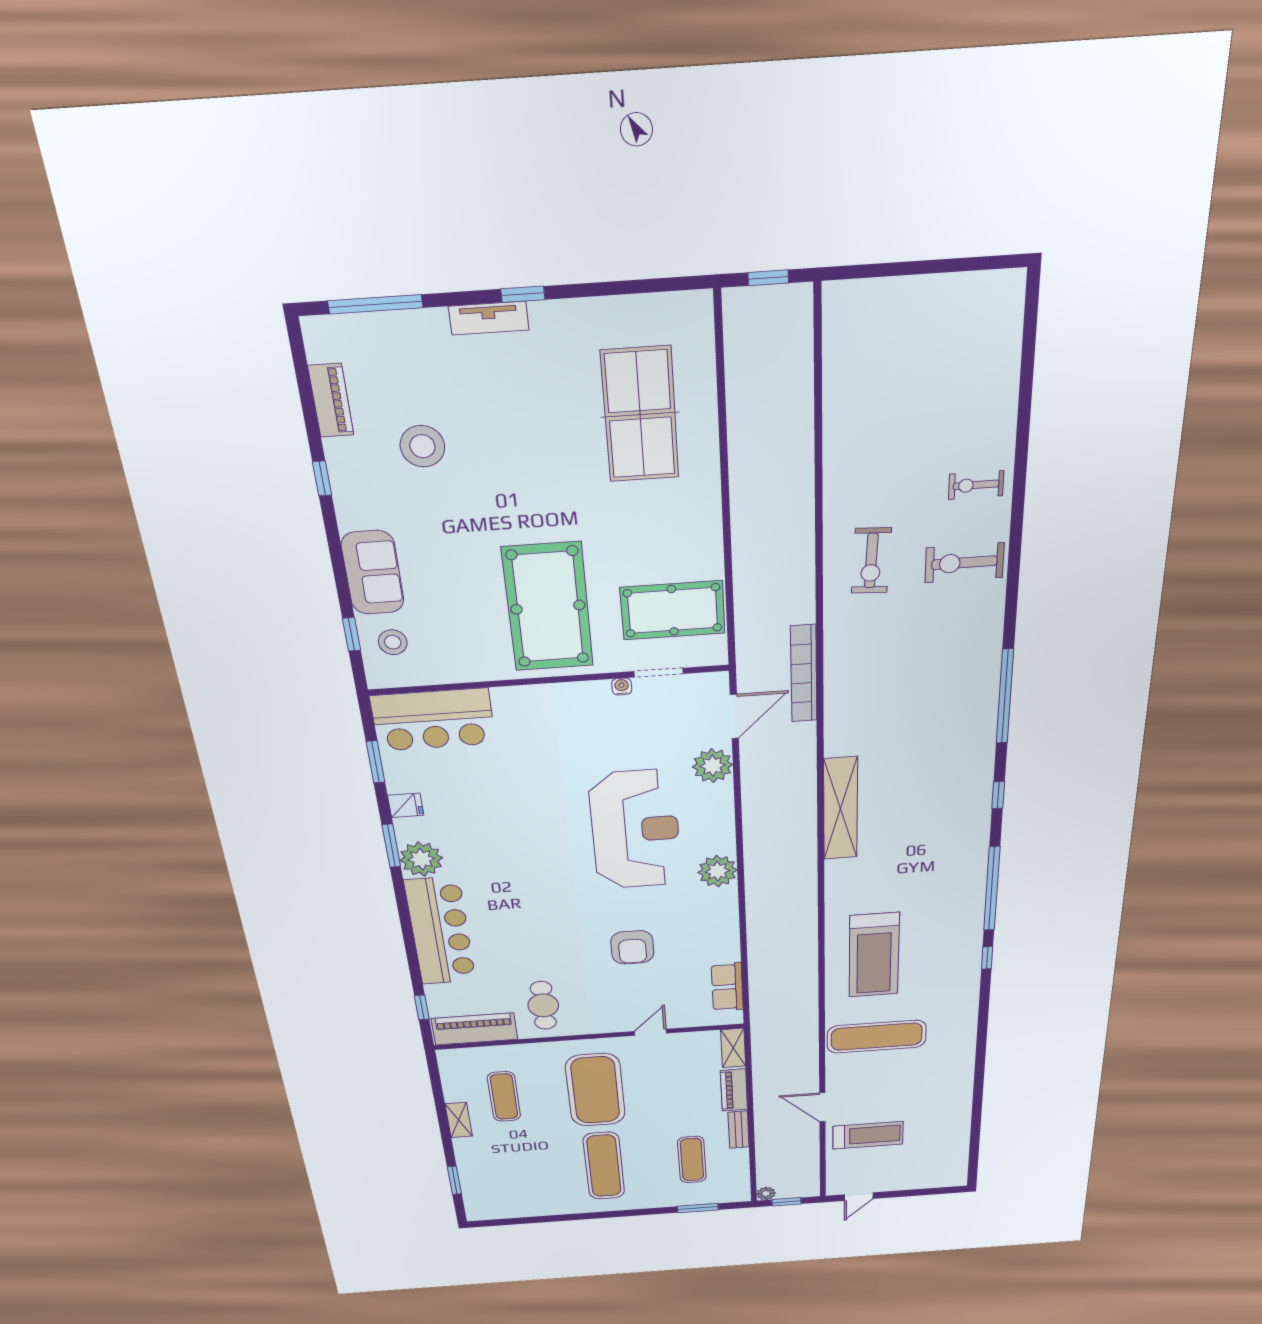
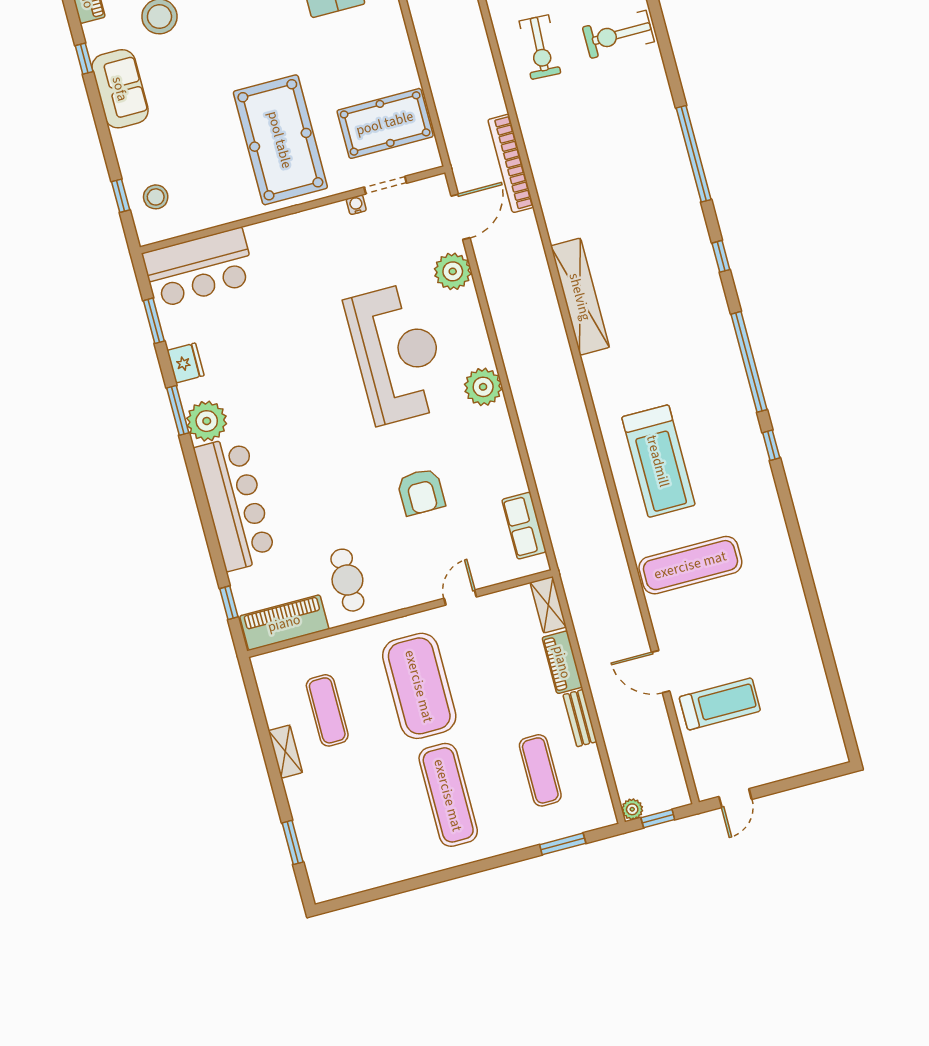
sofa: (373, 573) -> (120, 89), moved
fridge: (406, 805) -> (186, 363), width x1.38

